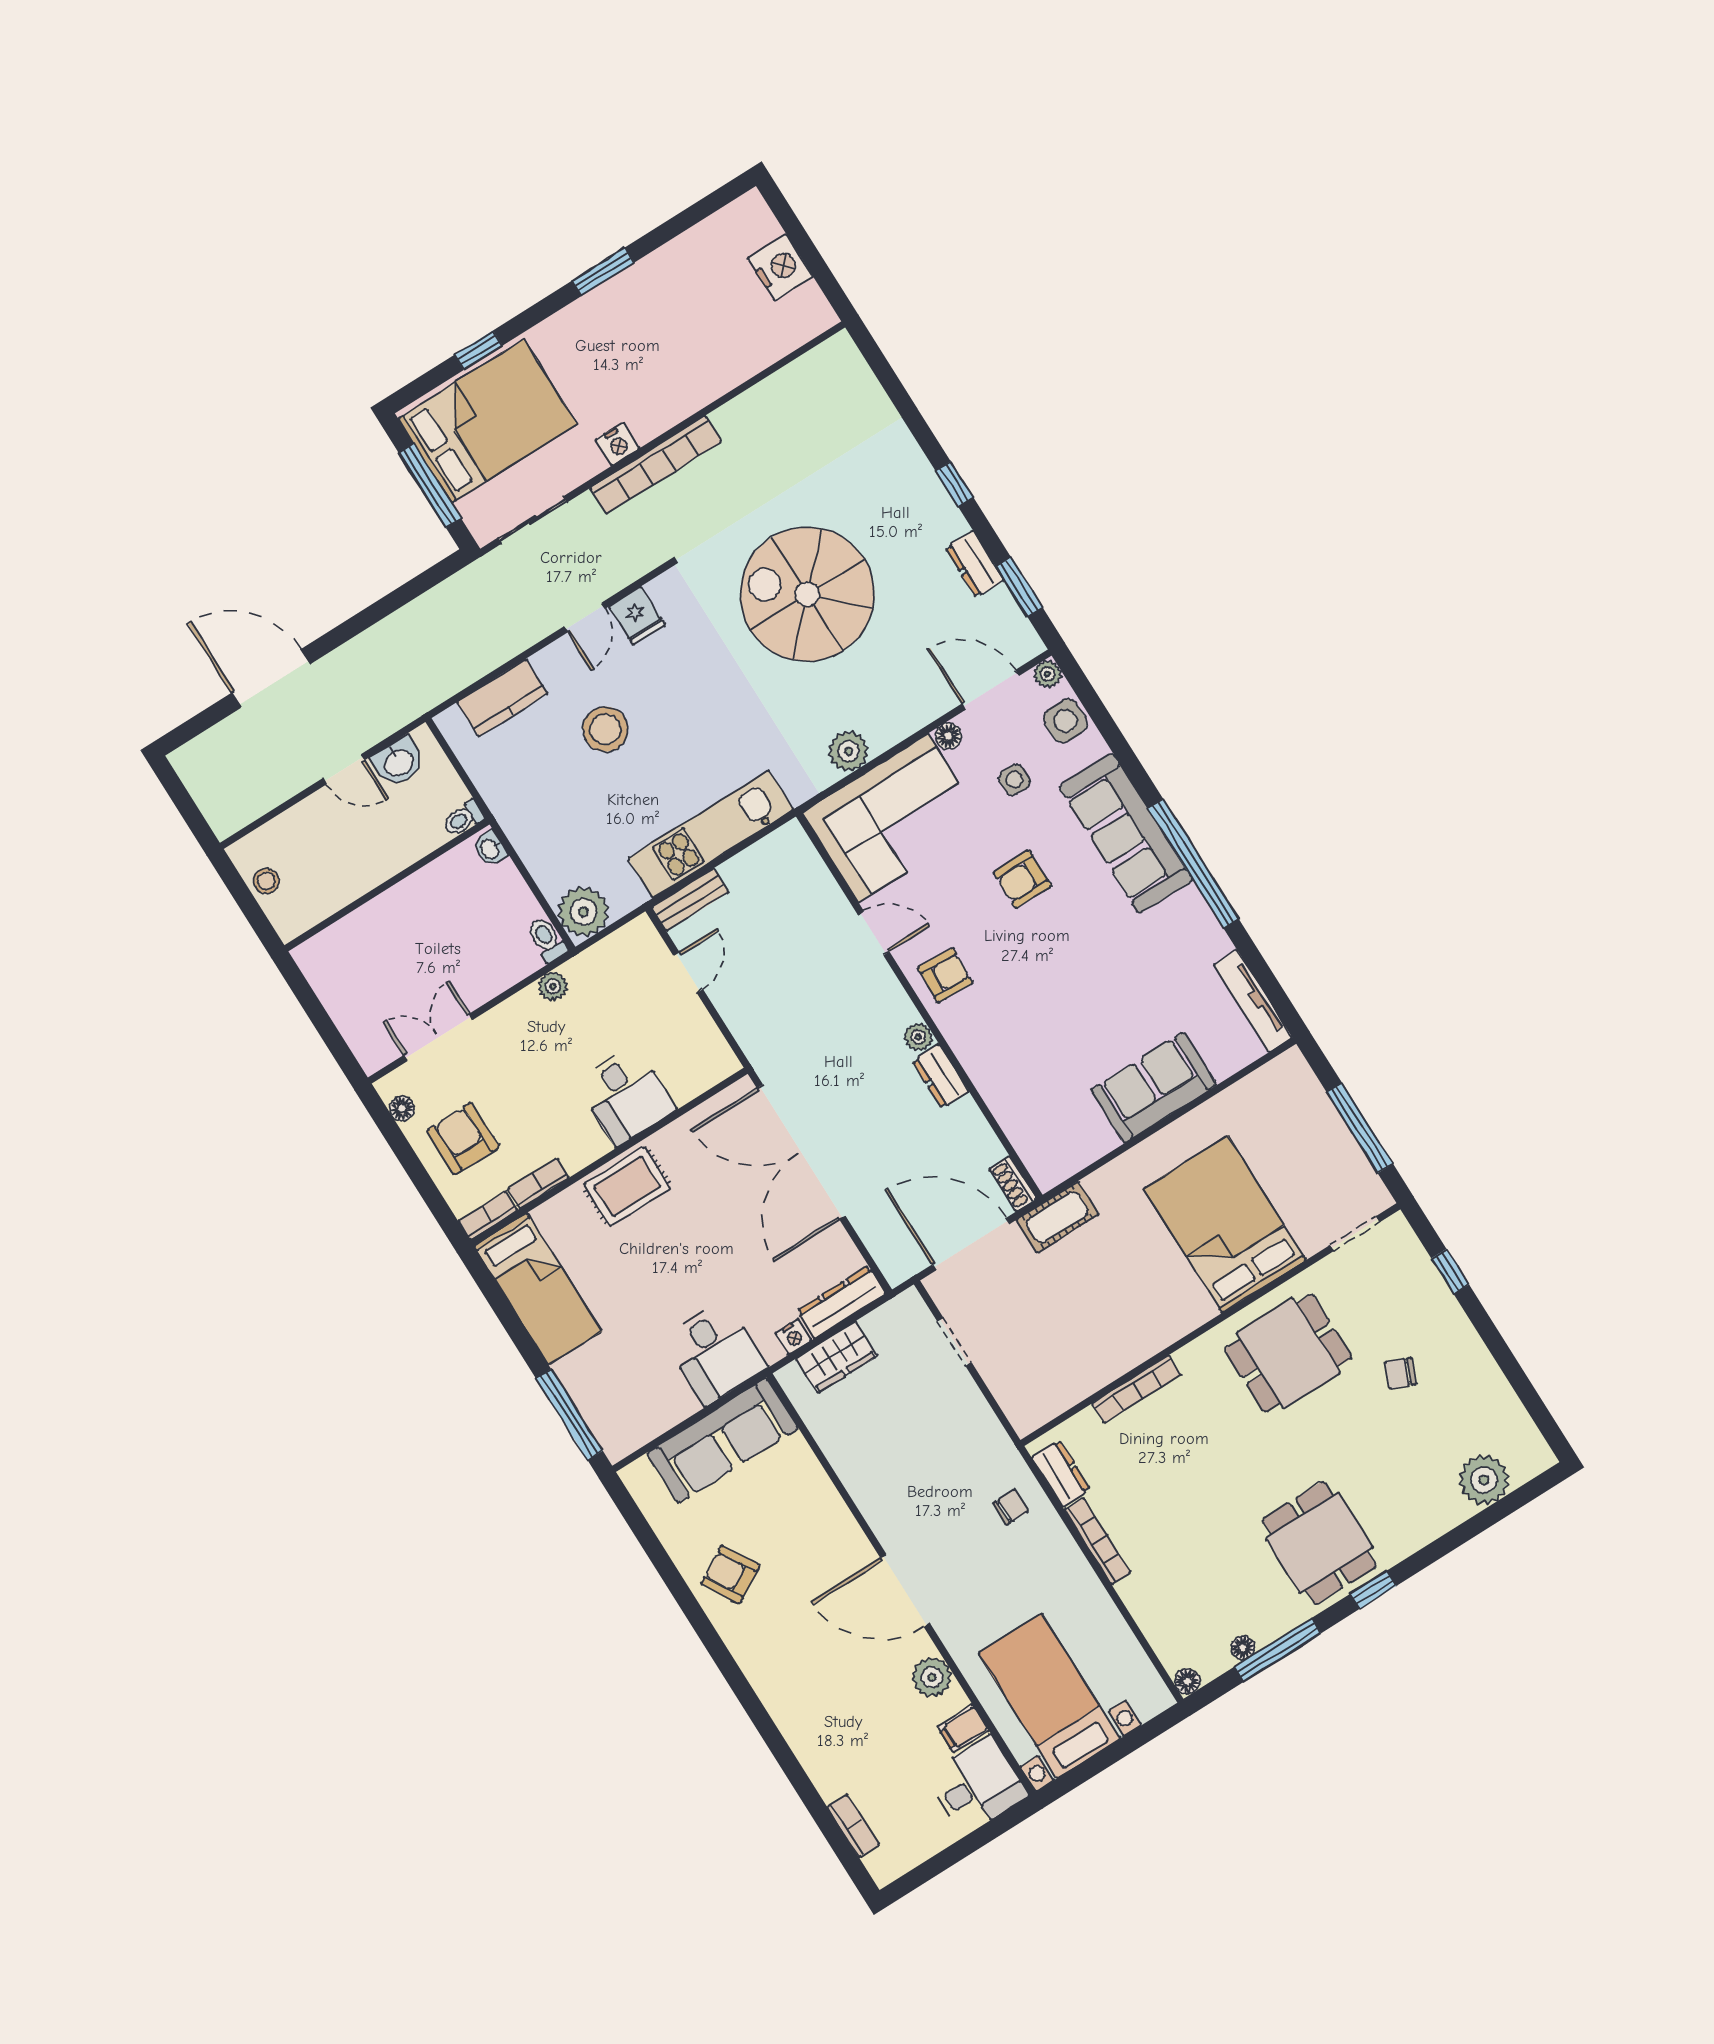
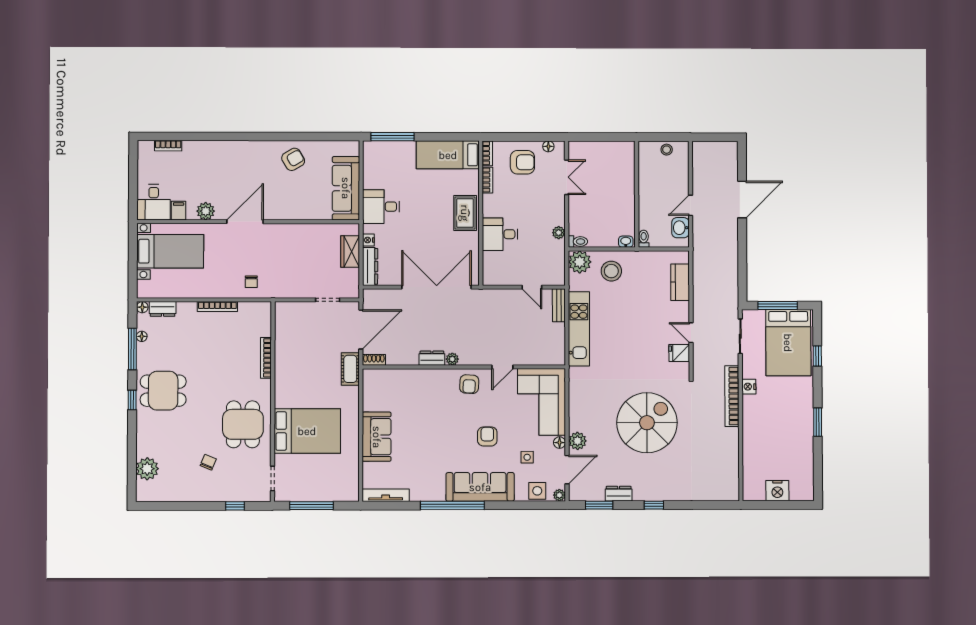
stool: (605, 729) -> (611, 271), moved
plant: (849, 751) -> (577, 441), moved
dresser: (1061, 1474) -> (163, 309), moved

